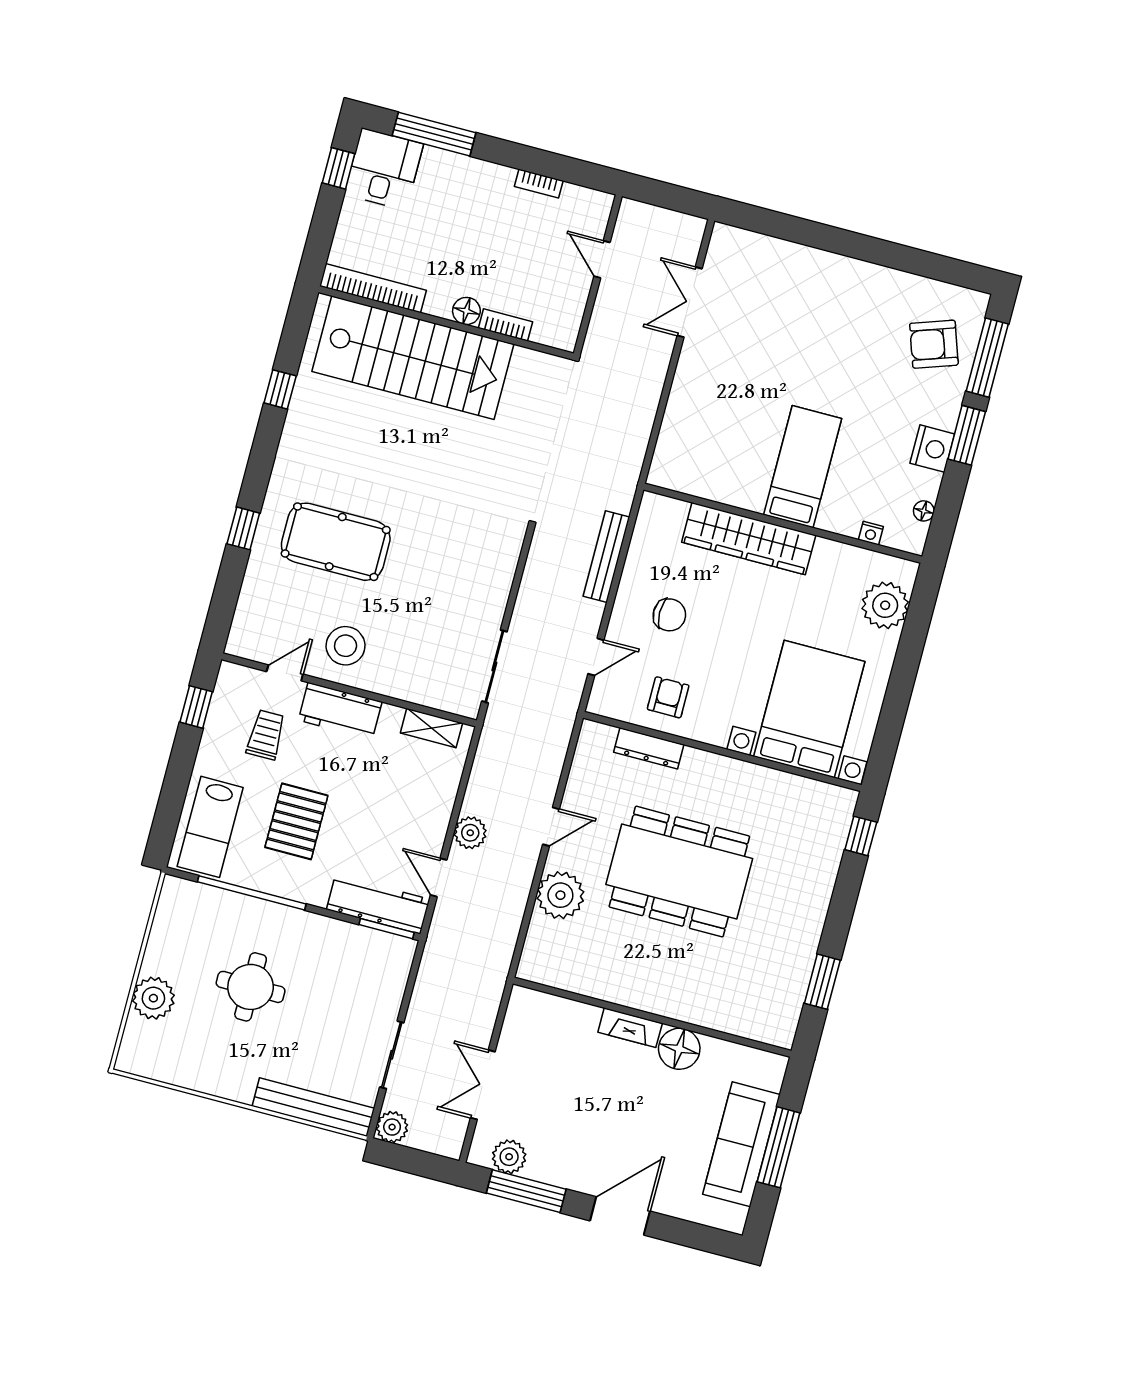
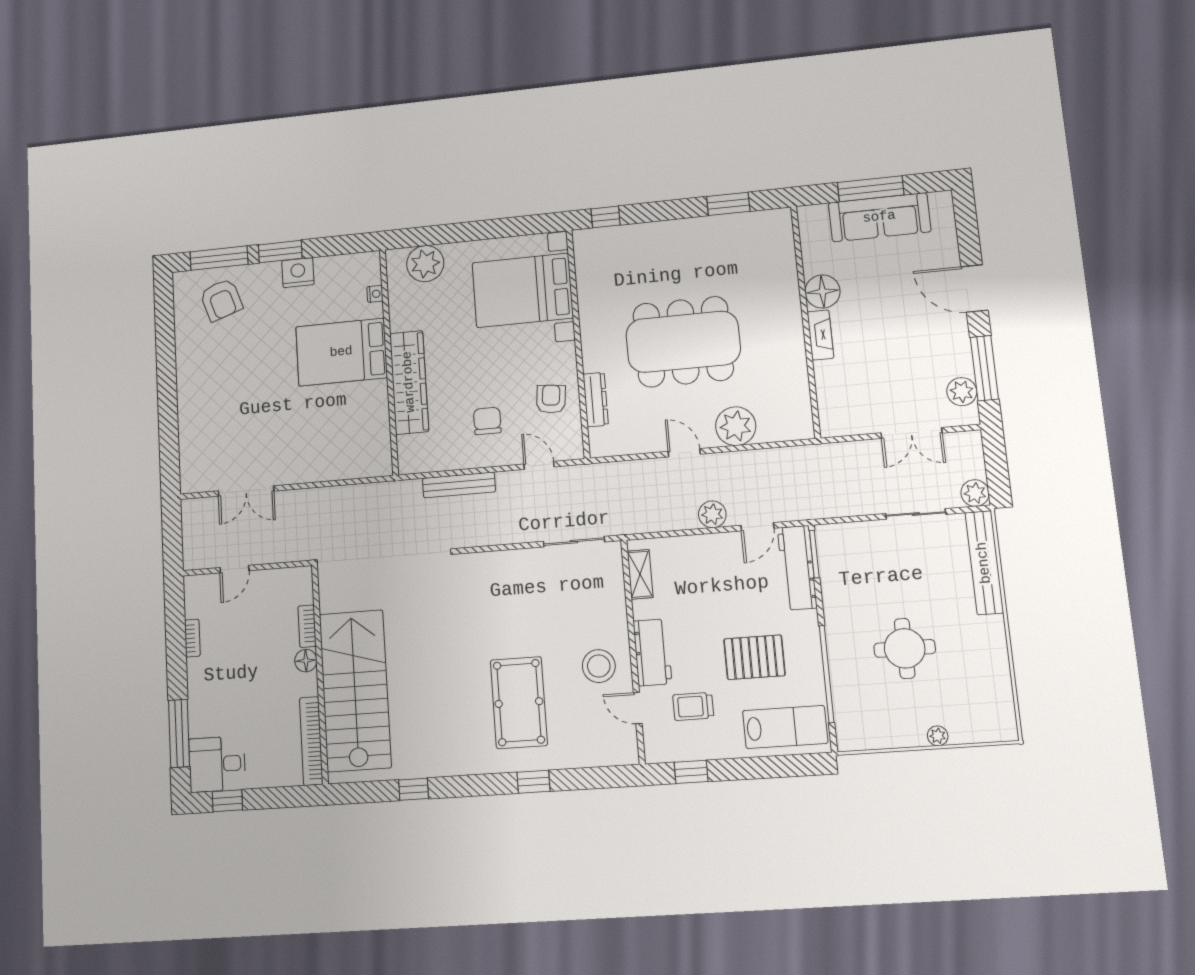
bed: (803, 467) -> (341, 352), width x1.50
floor lamp: (924, 511) -> (346, 262), removed
armchair: (668, 697) -> (551, 399), turned 96
dining table: (679, 872) -> (683, 342), turned 90
plant: (153, 998) -> (938, 736), width x0.53, depth x0.53

